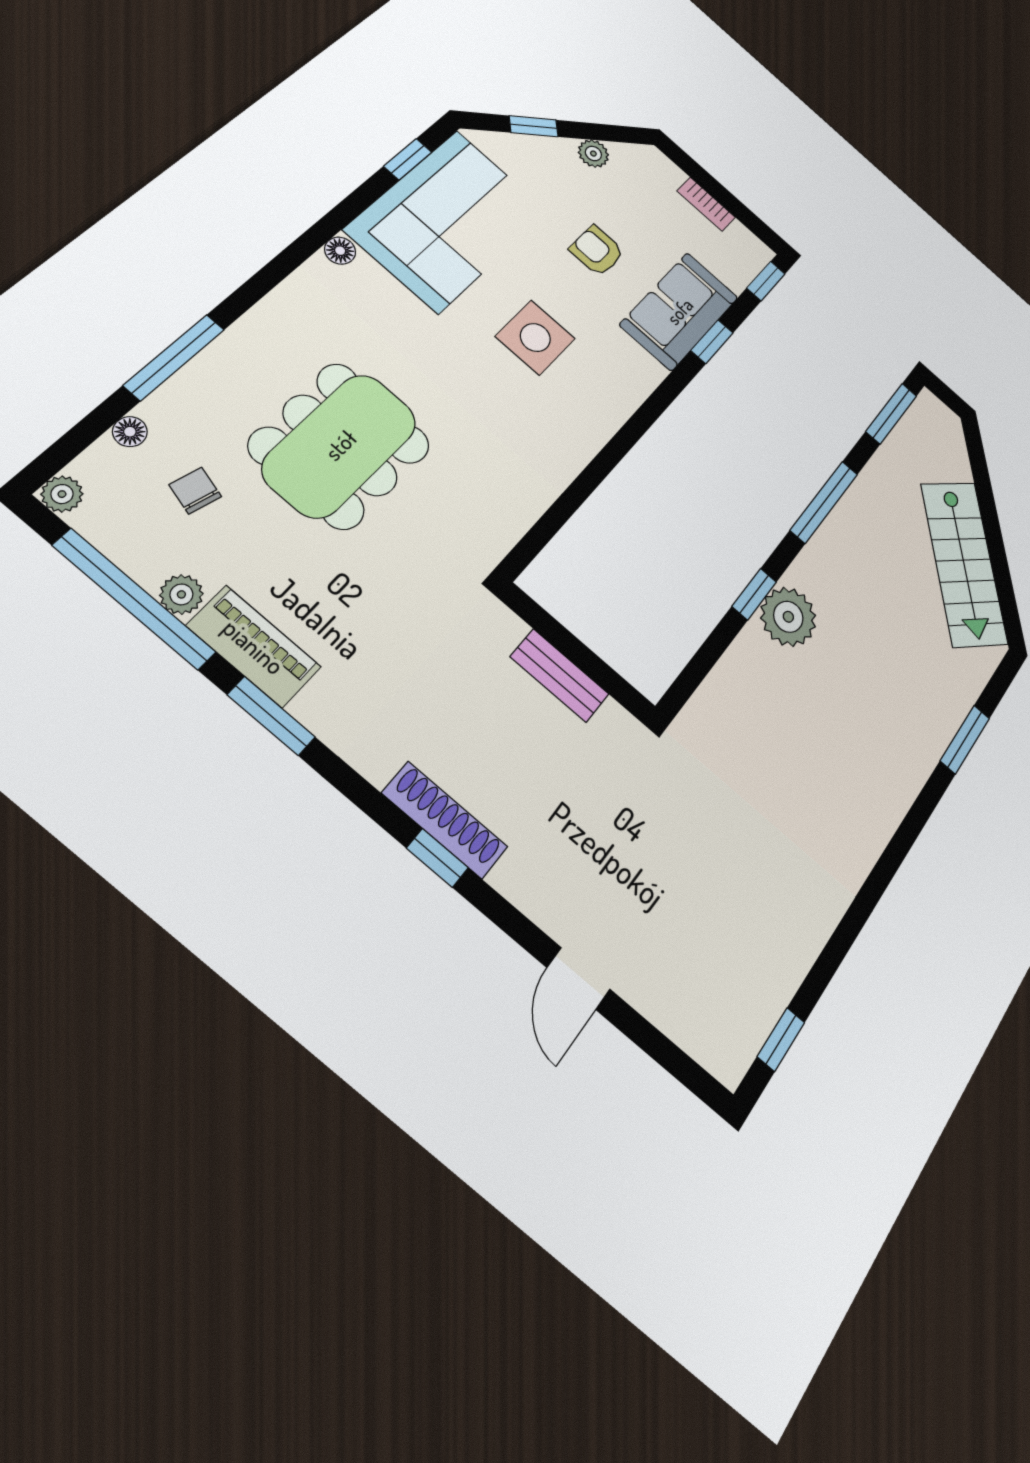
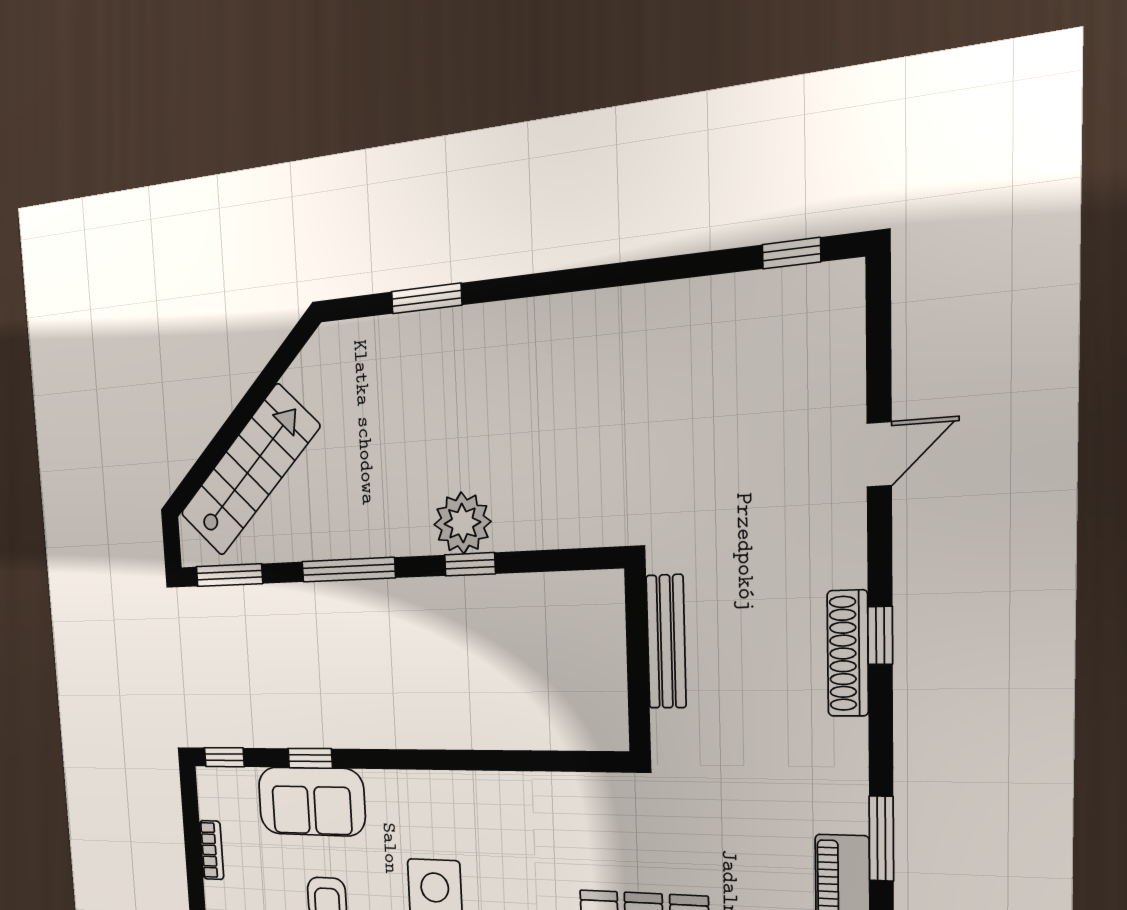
stairs: (964, 563) -> (249, 471), moved
bench: (560, 675) -> (666, 642), width x1.36

